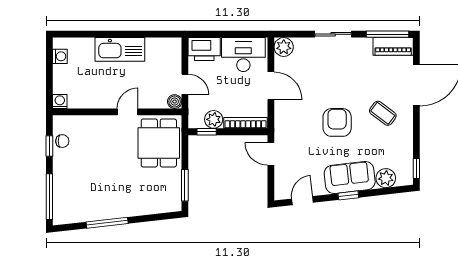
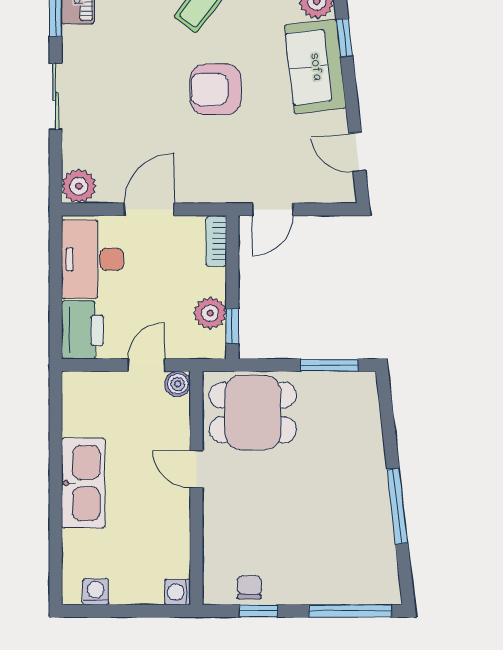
bookcase: (246, 123) -> (216, 241), width x0.64
window: (348, 195) -> (344, 38), moved

